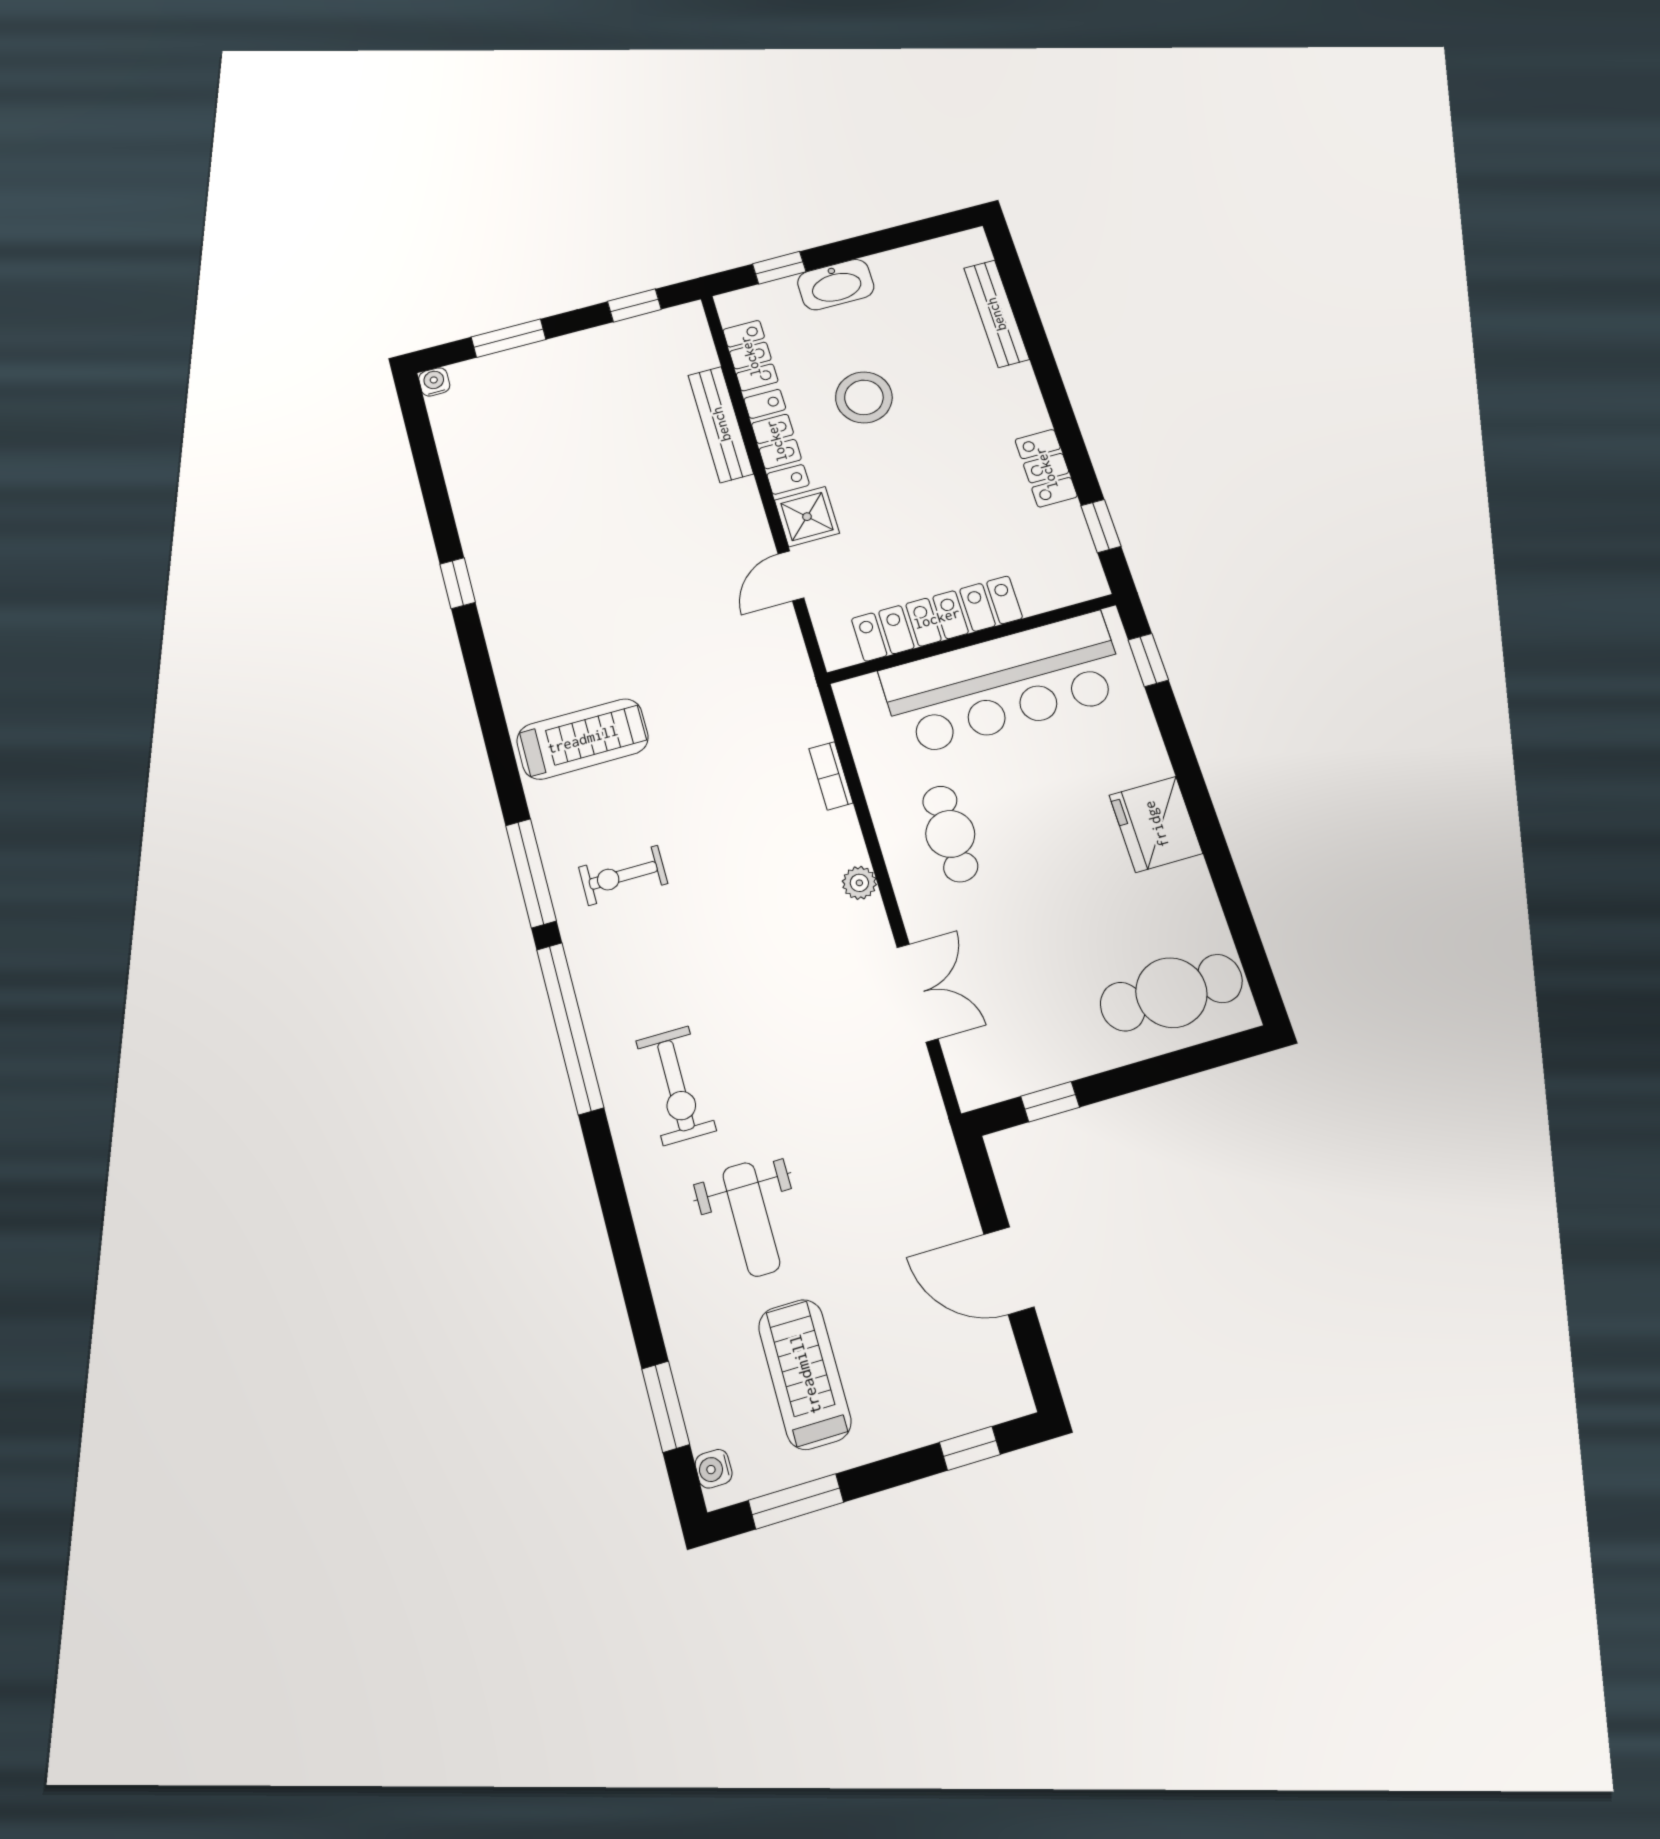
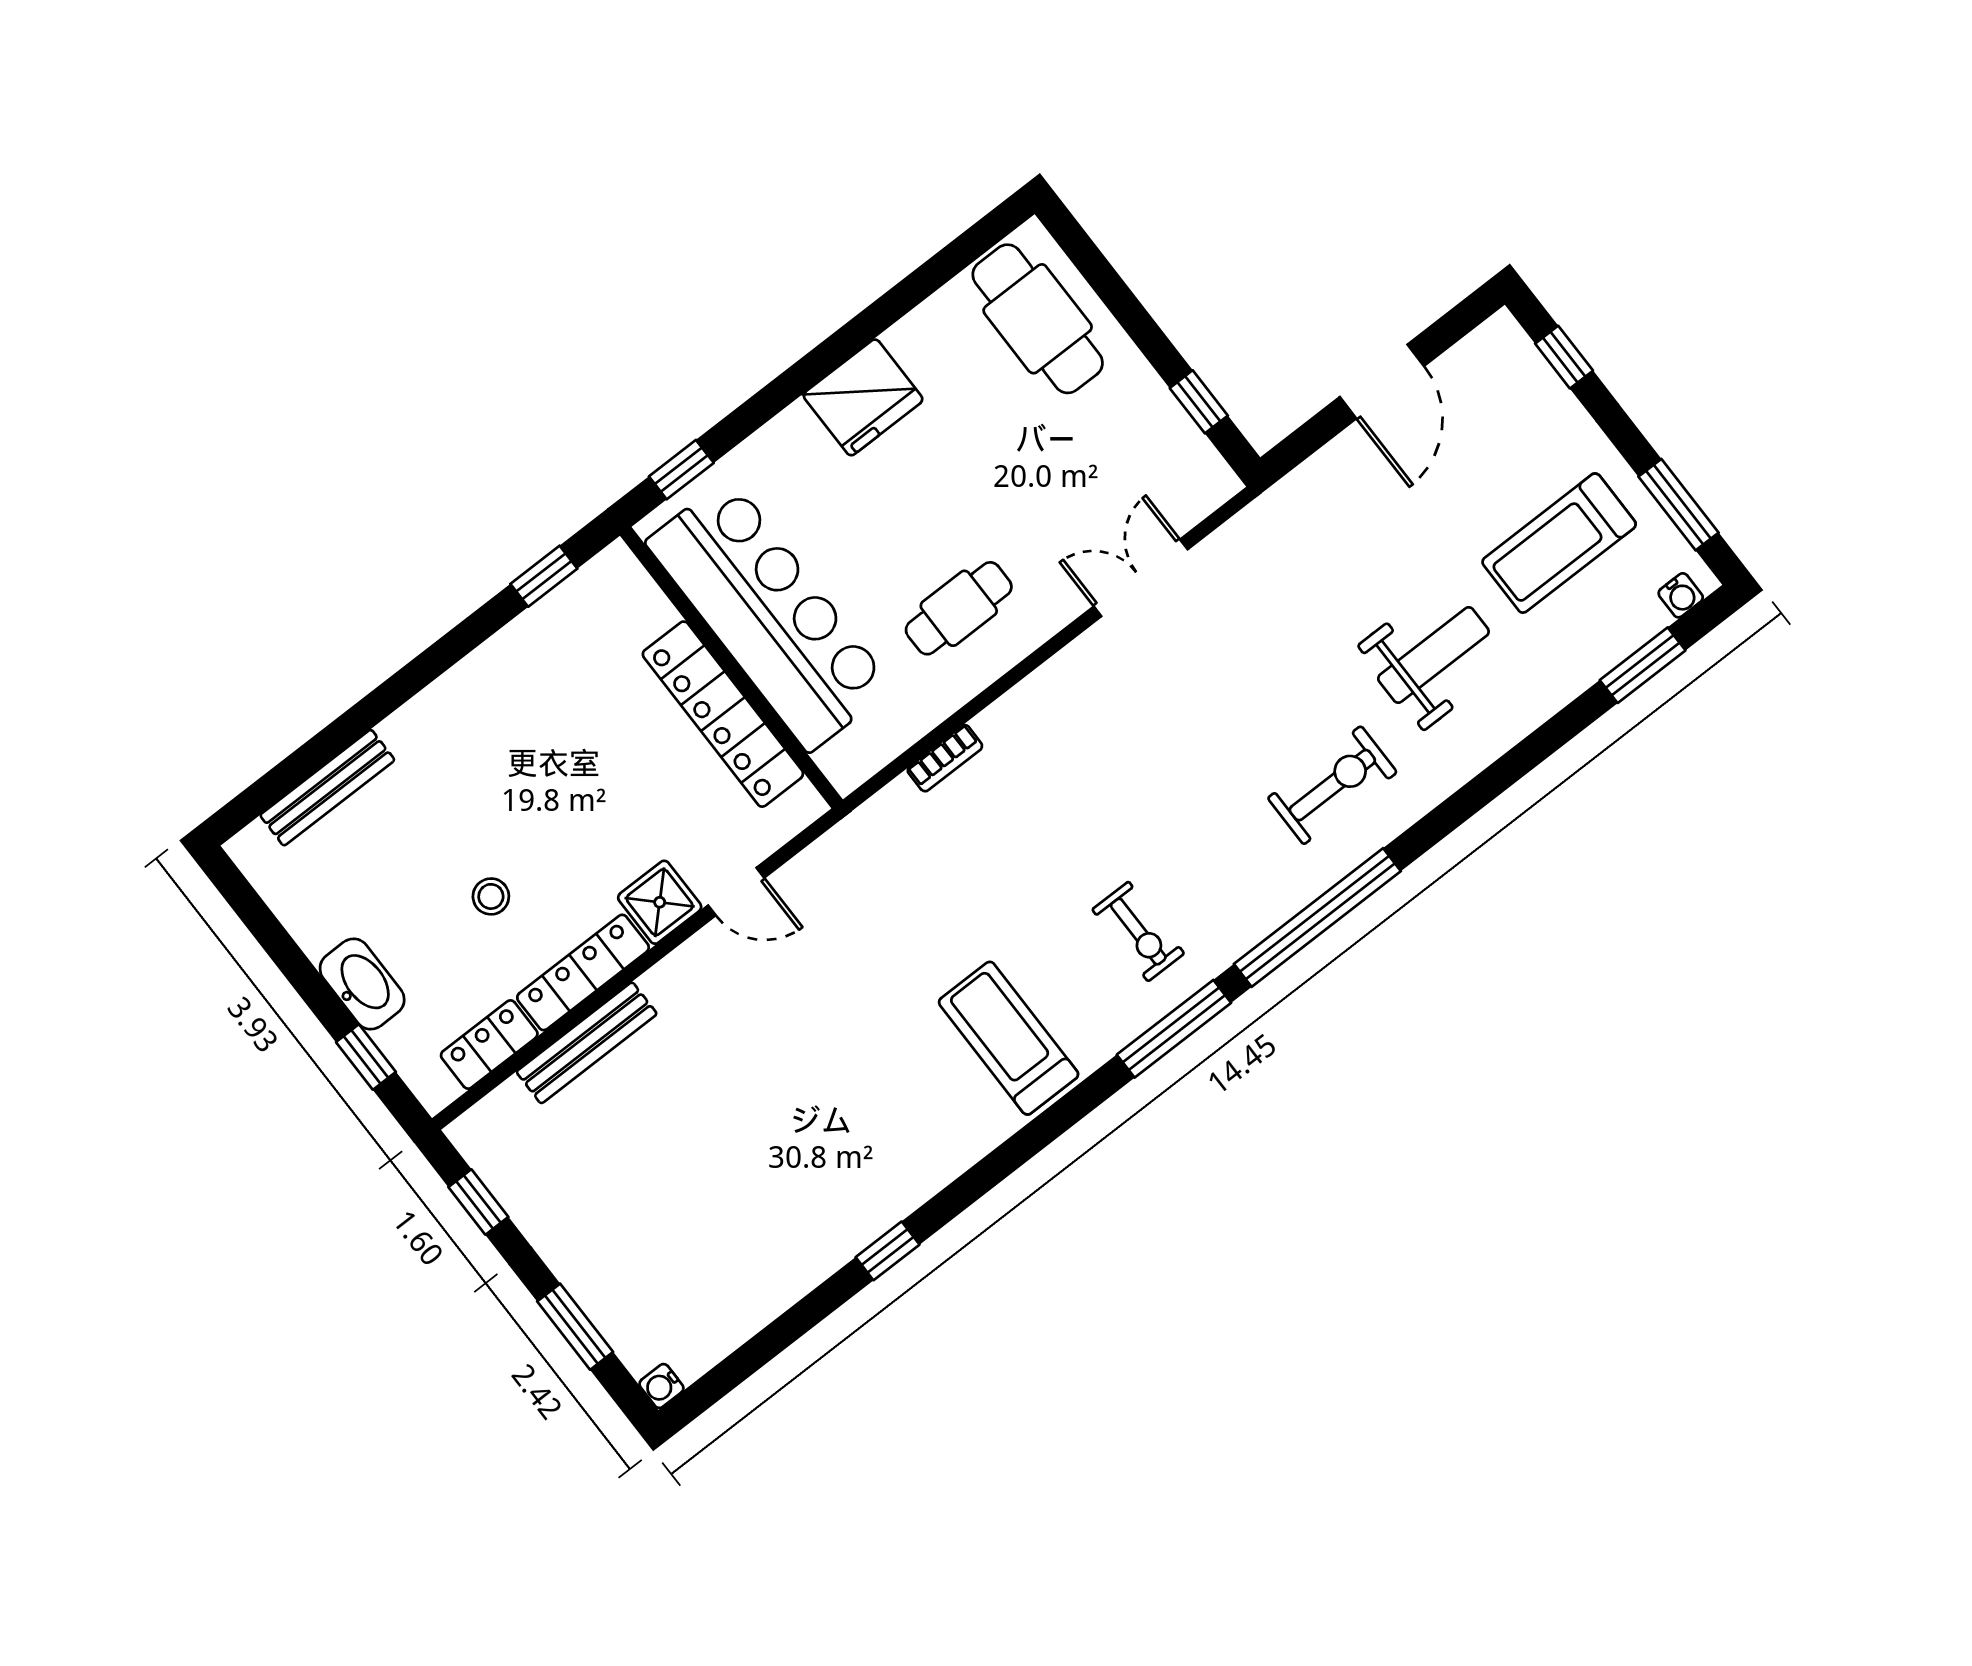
stool: (864, 397) -> (491, 896), width x0.53, depth x0.53
locker: (1046, 468) -> (498, 662), removed
plant: (859, 883) -> (1049, 683), removed

